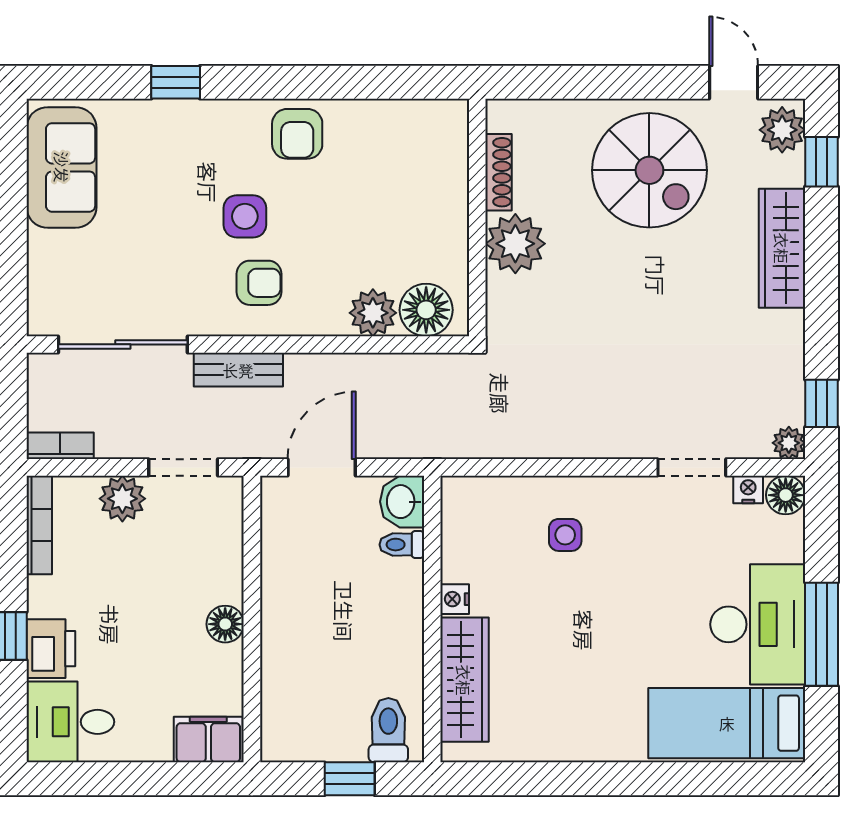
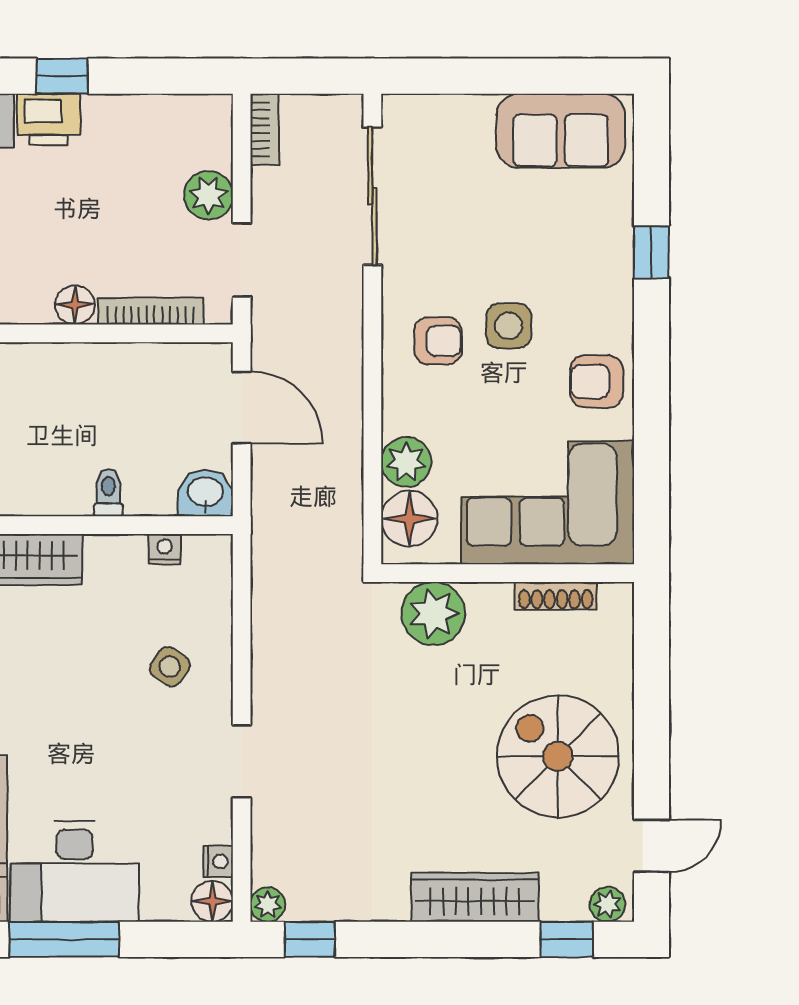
plant: (782, 130) -> (608, 904), width x0.73, depth x0.73
spiral stairs: (649, 170) -> (558, 756), turned 90
corner sofa: (411, 180) -> (547, 503), added
plant: (515, 244) -> (433, 614), moved
armchair: (259, 283) -> (438, 341), turned -90
bench: (238, 370) -> (346, 319), removed
doorway: (692, 467) -> (242, 761), moved
bookcase: (39, 525) -> (151, 311), moved, turned 180
side table: (565, 535) -> (170, 667), turned 34
toilet: (402, 545) -> (108, 493), moved
nightstand: (455, 599) -> (165, 549), moved

